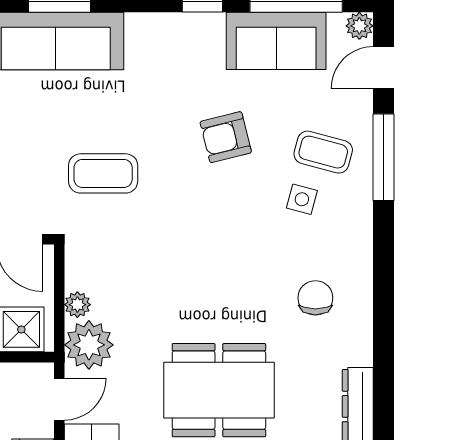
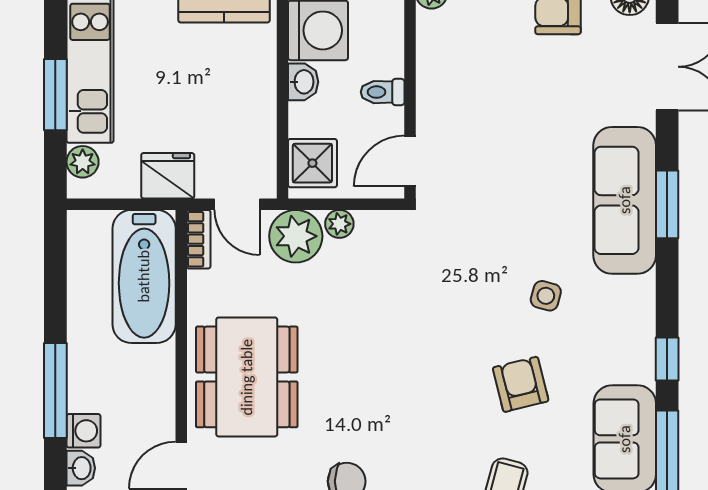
coffee table: (103, 173) -> (481, 252), removed
side table: (302, 199) -> (546, 296), moved

